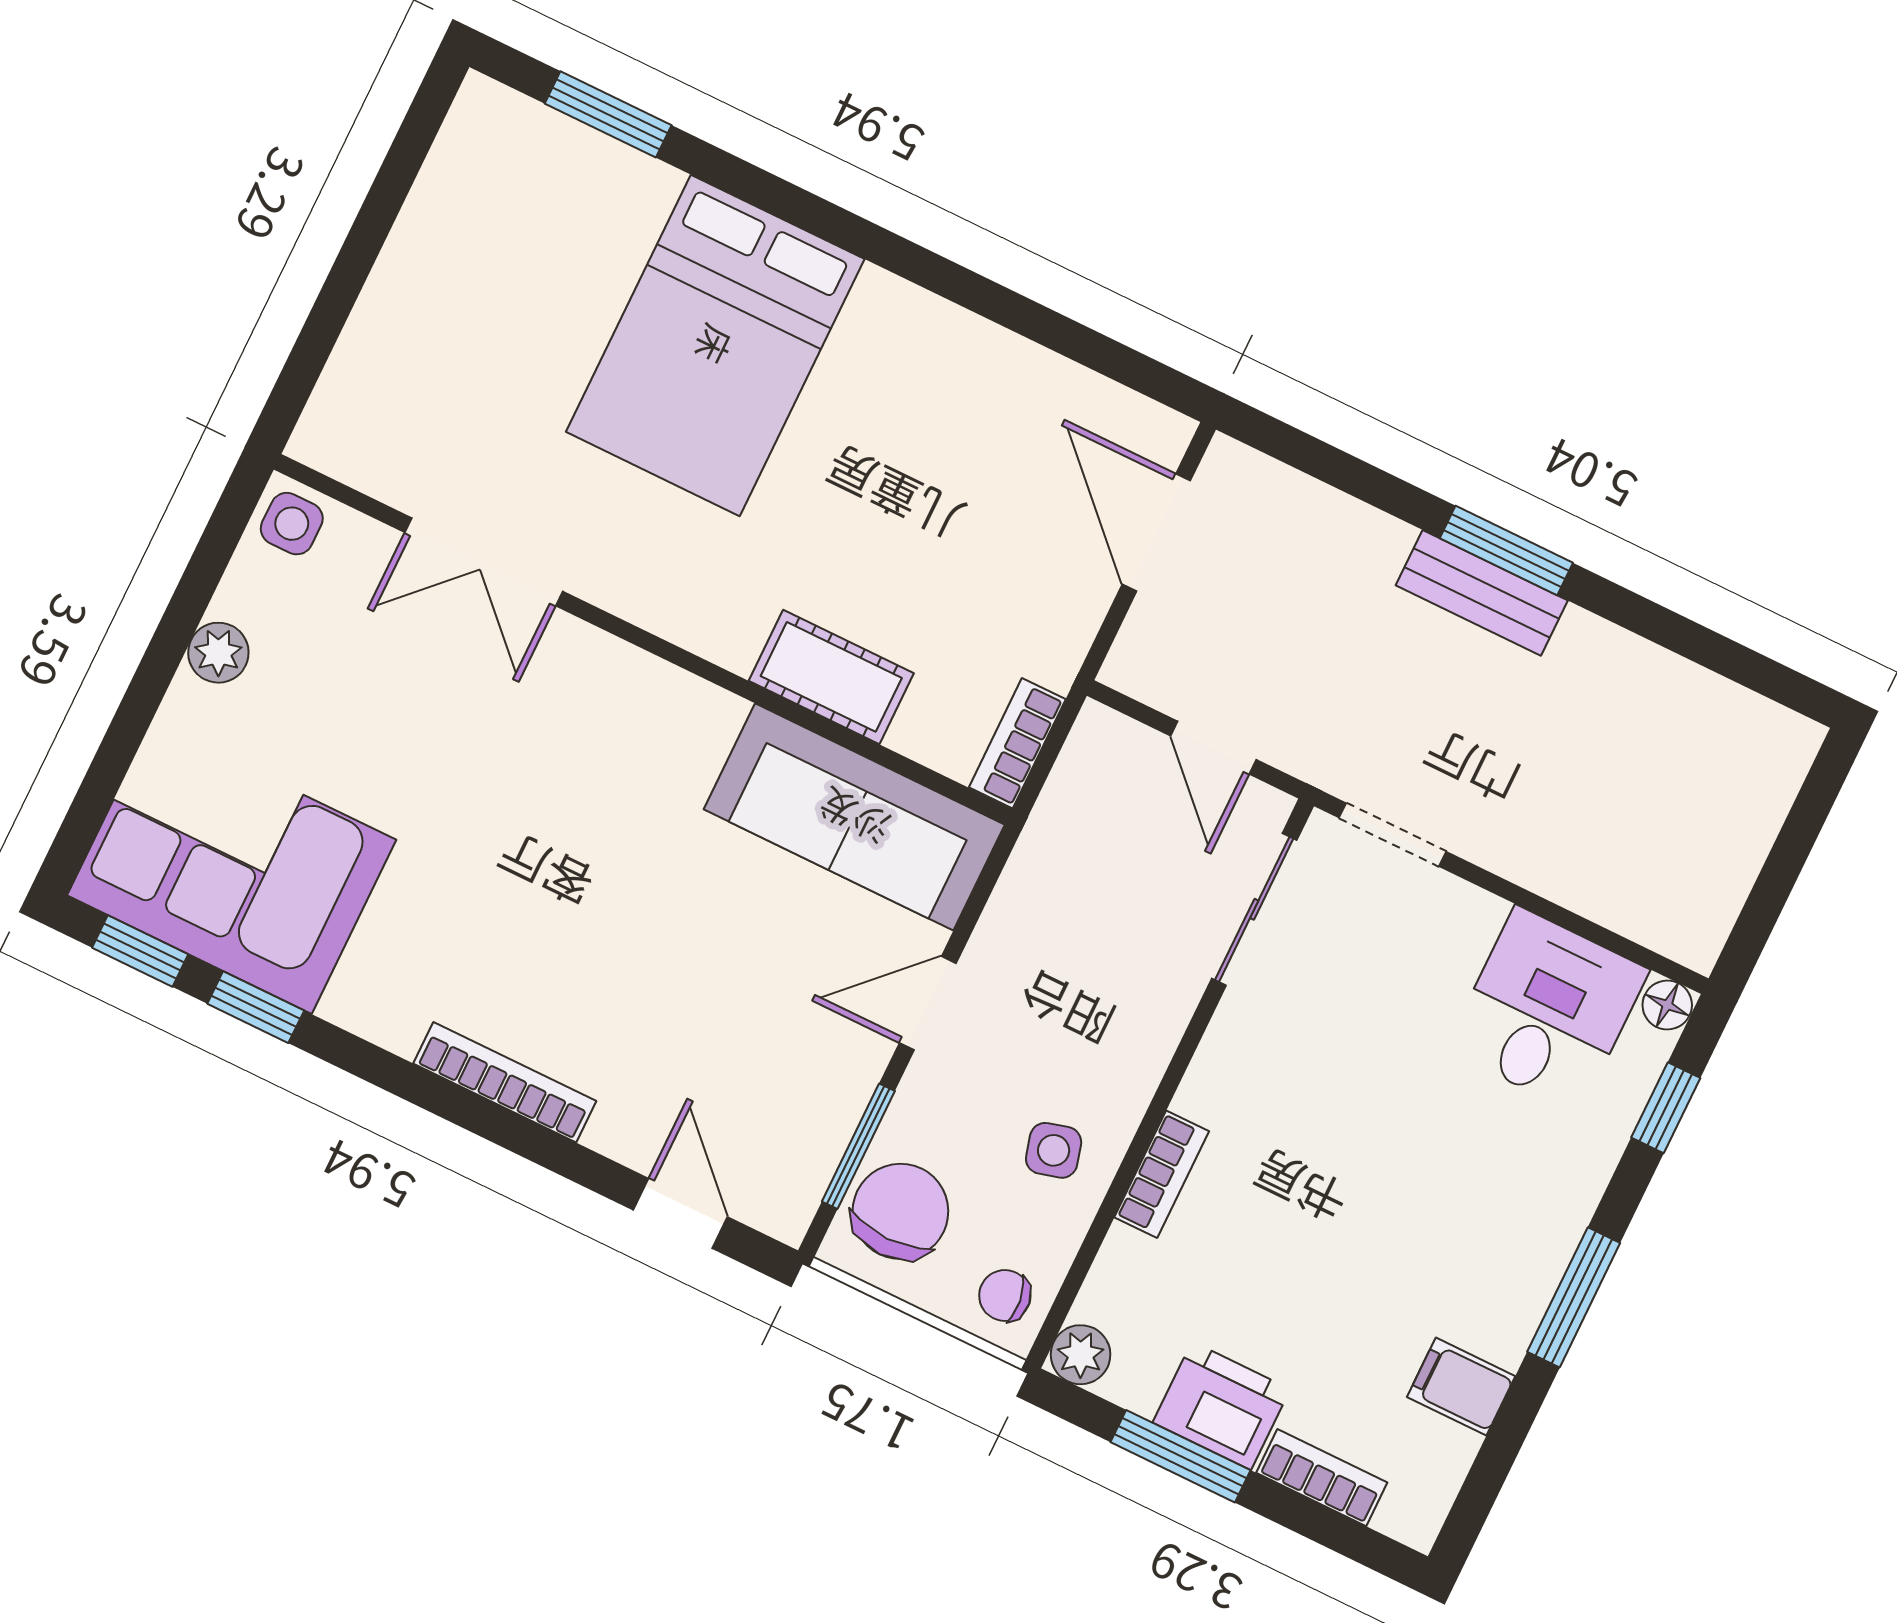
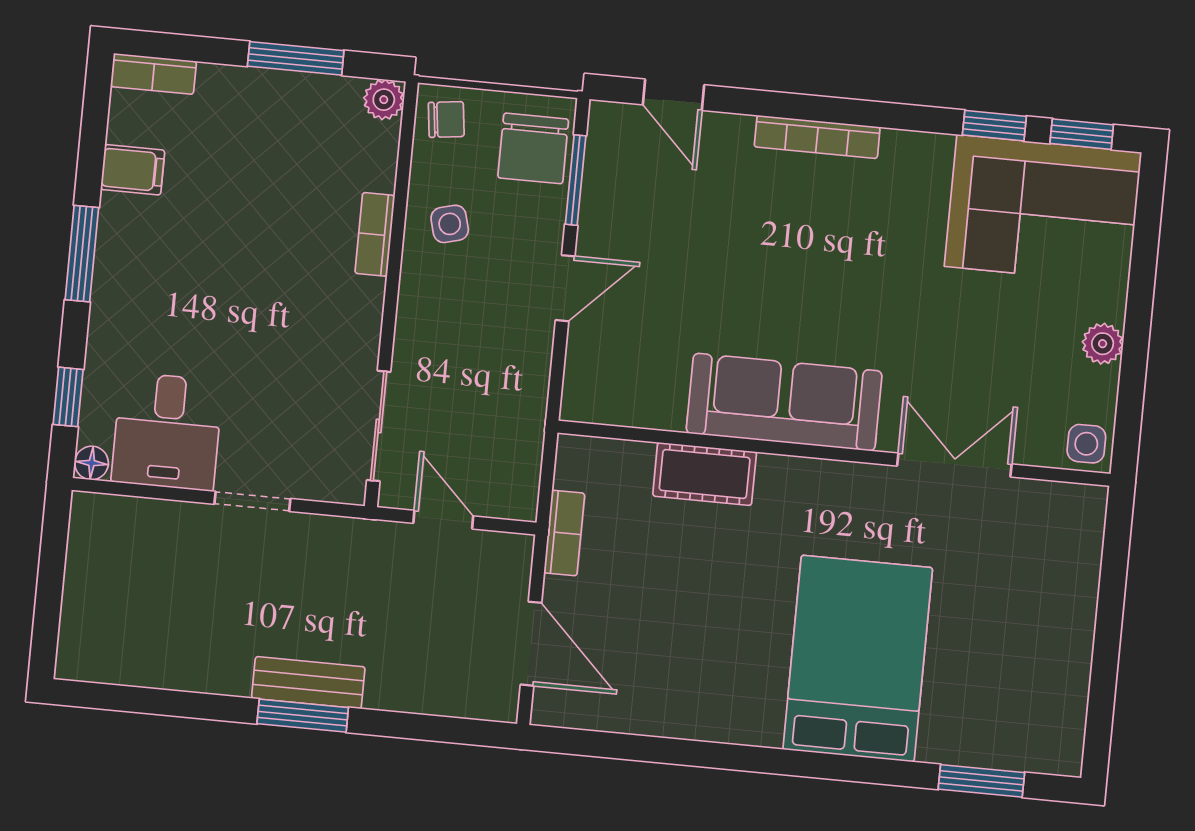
bookcase: (1017, 743) -> (564, 533), moved
sofa: (854, 817) -> (784, 402), moved
doorway: (1393, 835) -> (252, 501), moved
printer: (1221, 1406) -> (281, 100), removed
bookcase: (1322, 1478) -> (153, 74), moved

